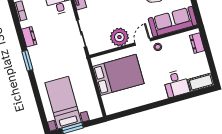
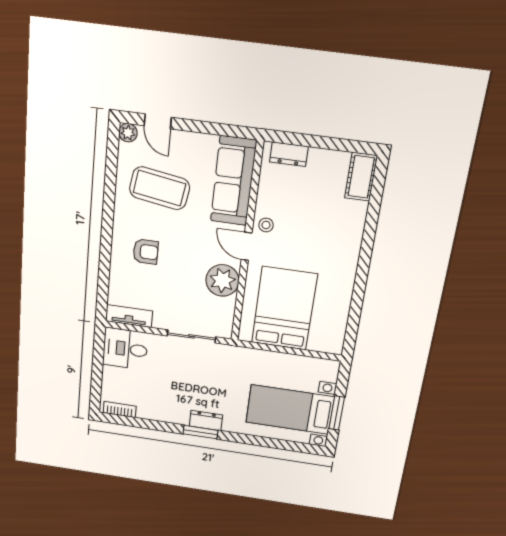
dresser: (29, 37) -> (206, 420), moved
desk: (176, 84) -> (343, 221), removed

